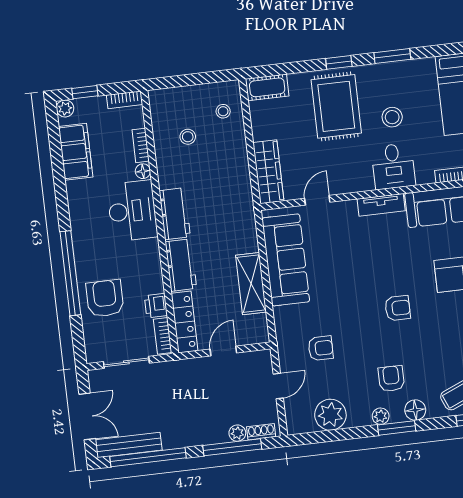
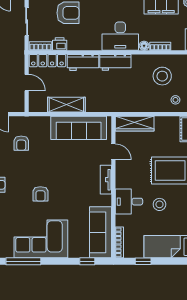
stool: (188, 137) -> (162, 76), width x1.89, depth x1.89
tv unit: (381, 205) -> (106, 180), moved

